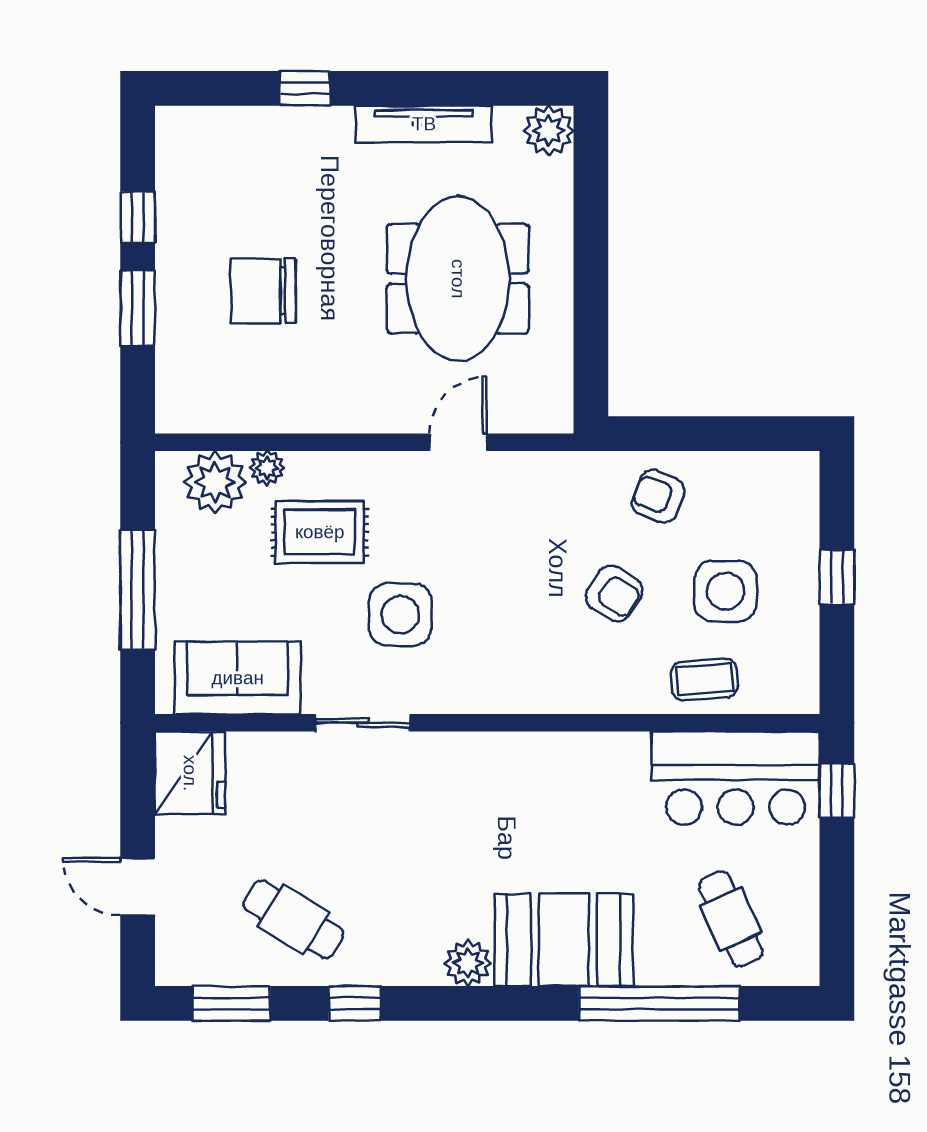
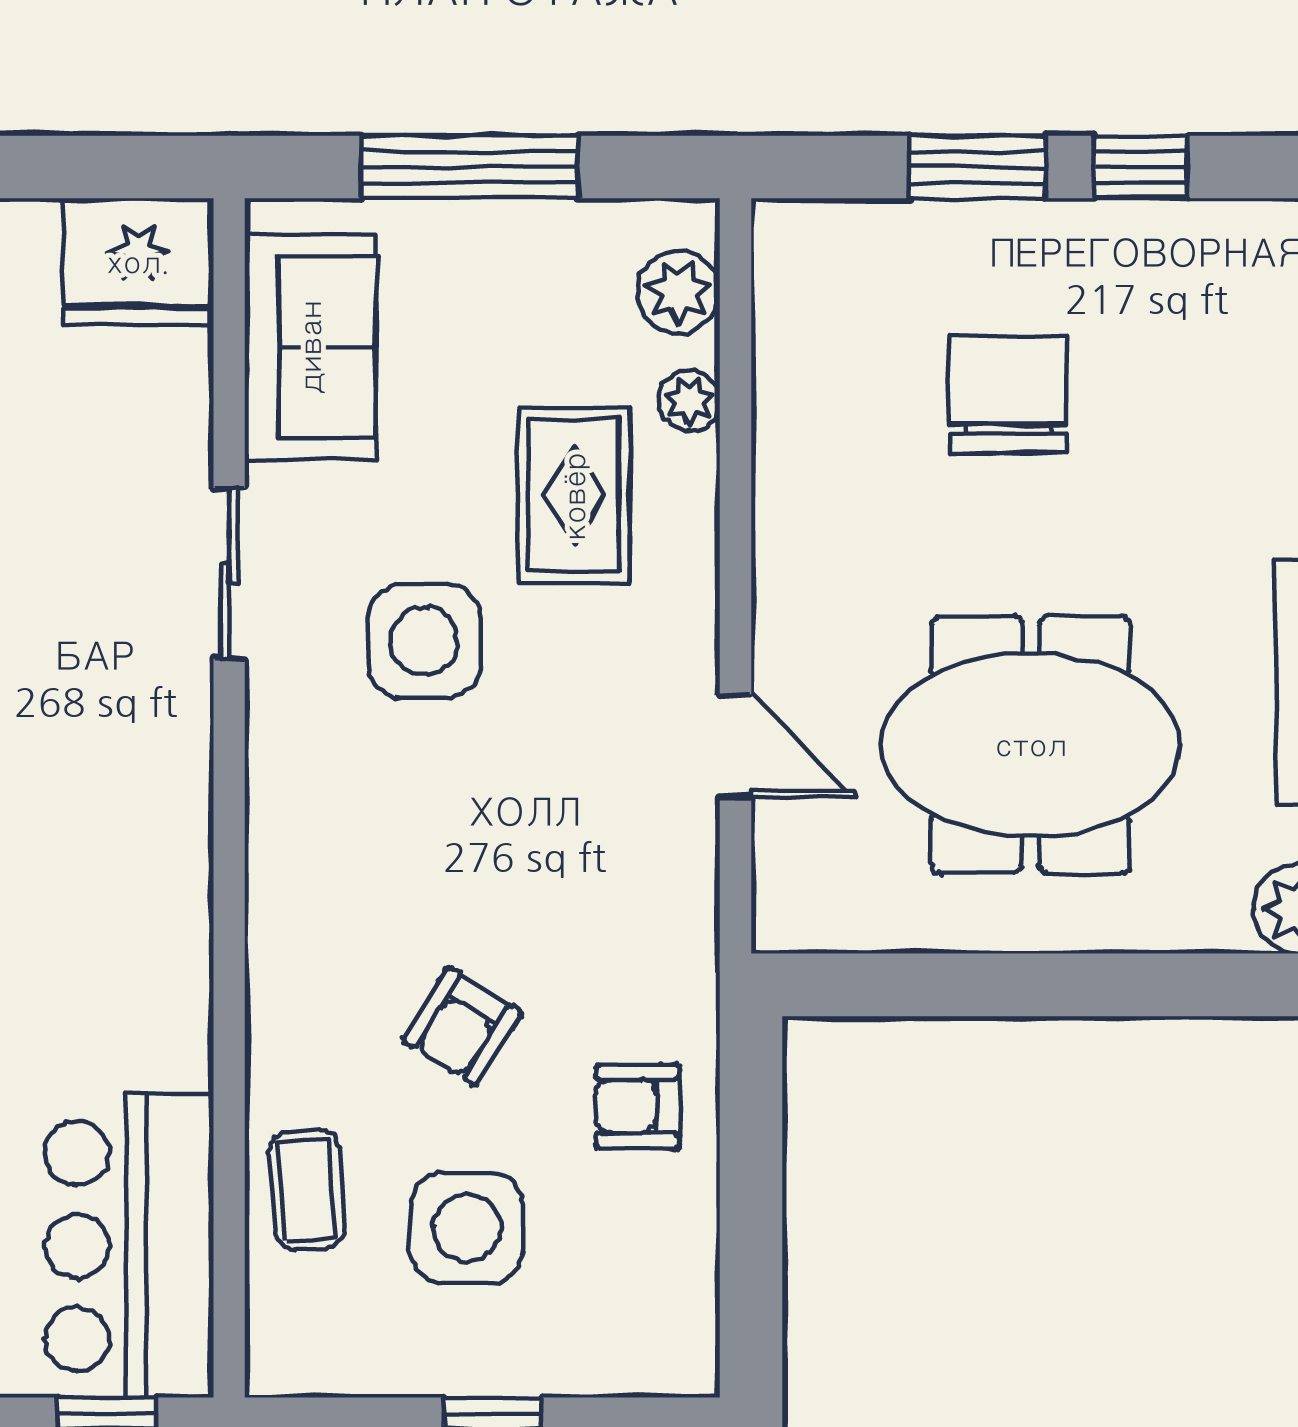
plant: (215, 482) -> (678, 292), width x0.73, depth x0.73
armchair: (658, 496) -> (638, 1106), turned -111

